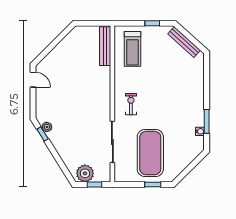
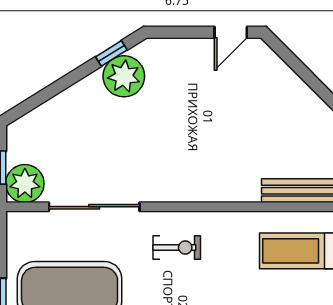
plant: (47, 127) -> (124, 76), width x1.88, depth x1.88
plant: (85, 173) -> (25, 184), moved

